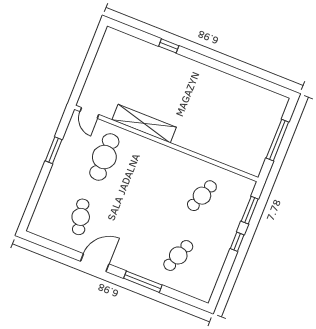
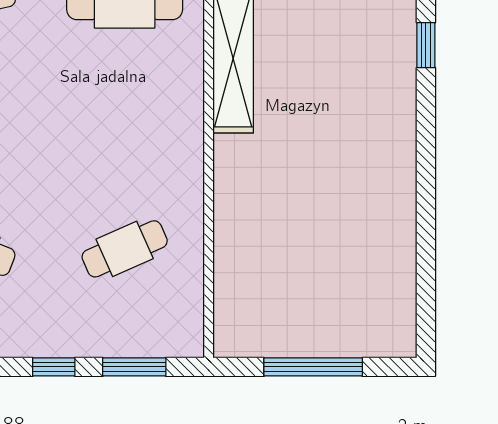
cafe table: (202, 196) -> (125, 249), turned -45

